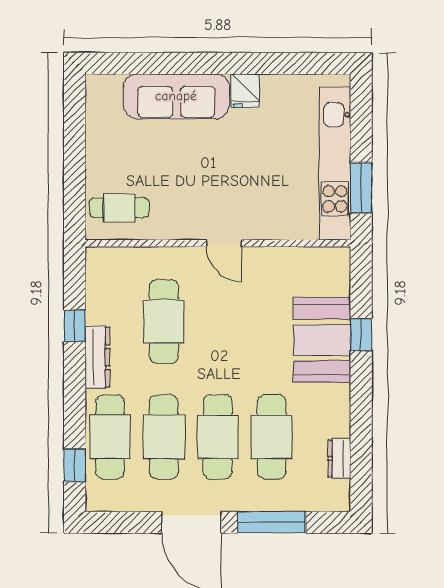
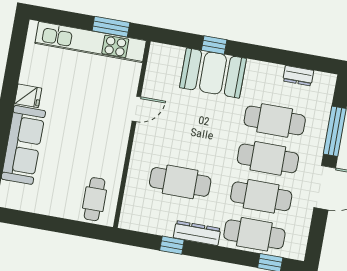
door: (224, 243) -> (136, 109), moved

